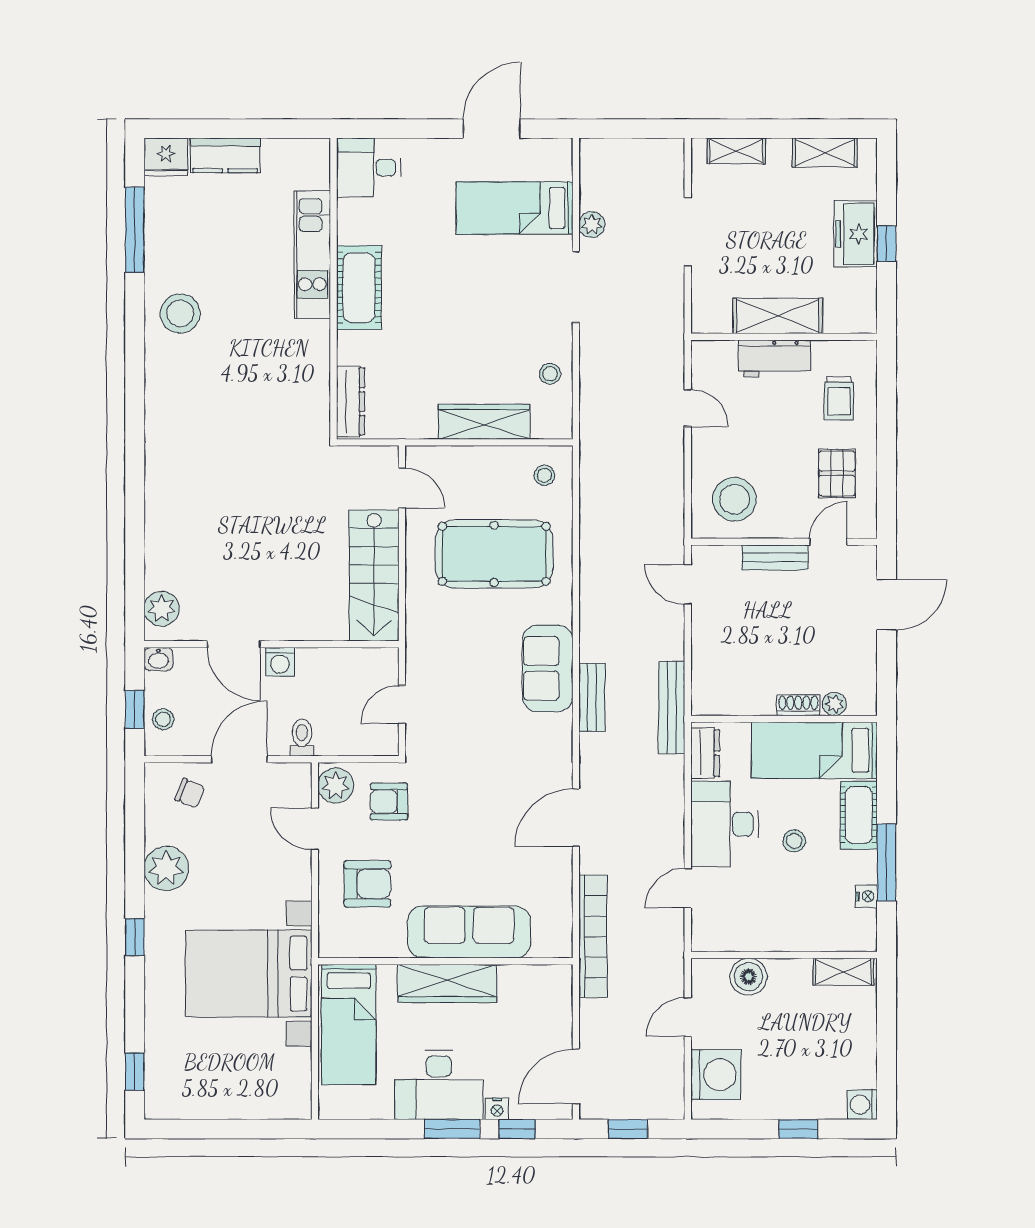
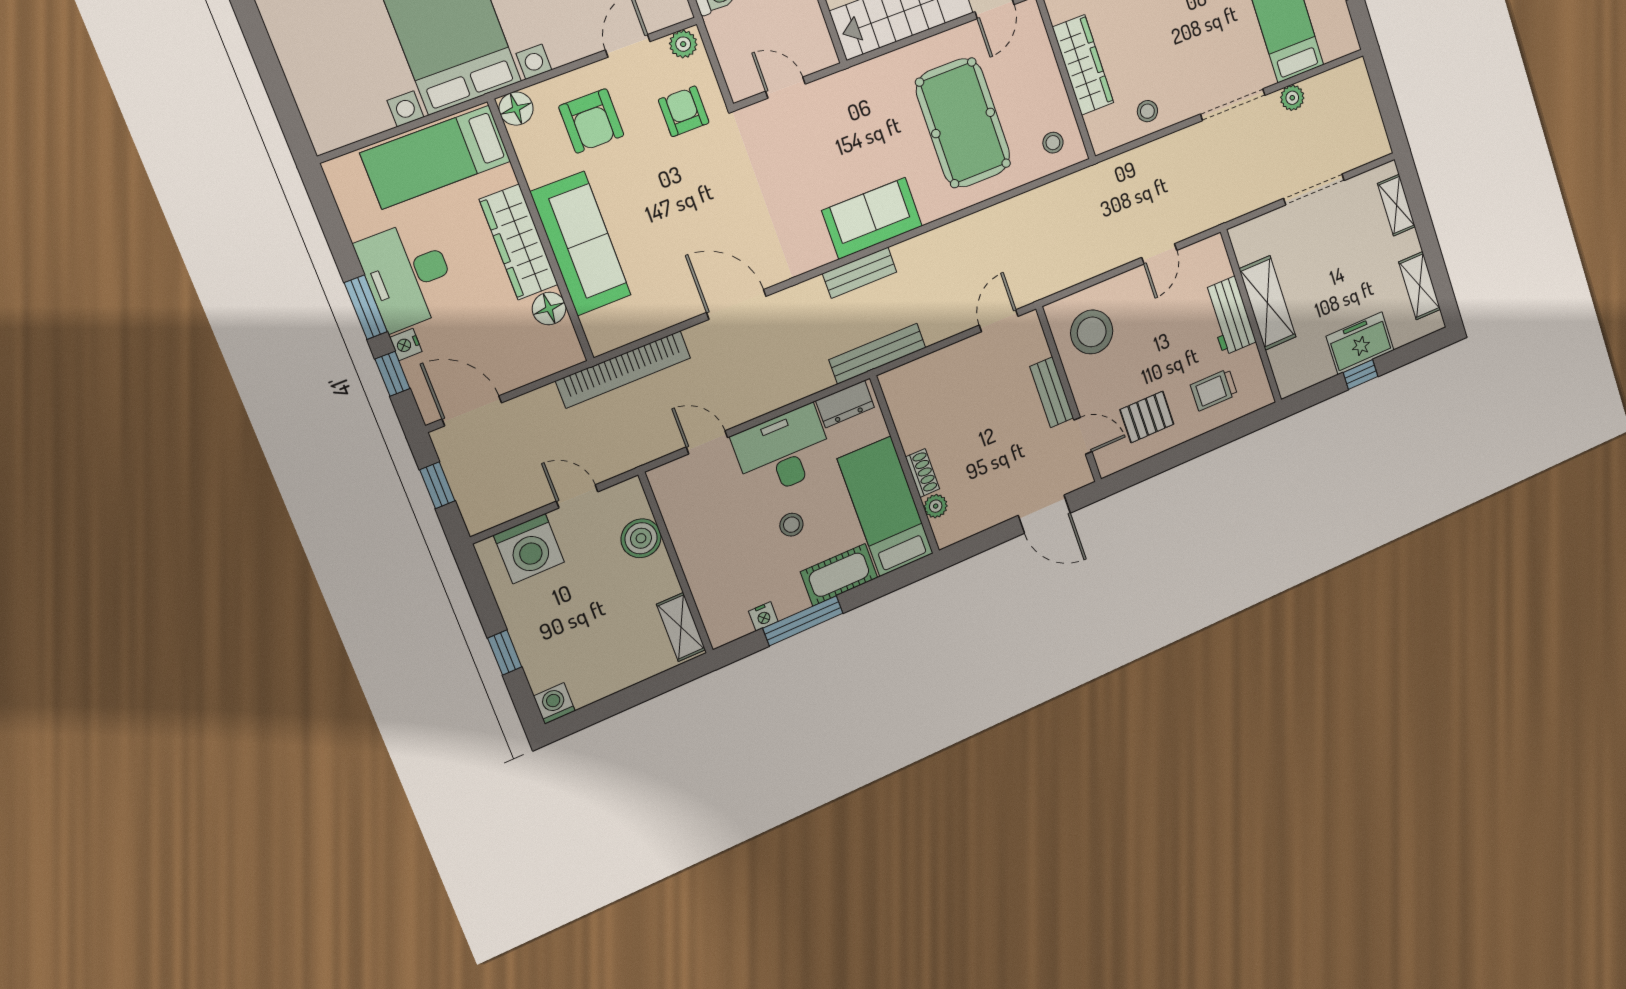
plant: (336, 786) -> (683, 44), width x0.73, depth x0.73
floor lamp: (333, 943) -> (516, 109), added
floor lamp: (514, 979) -> (549, 308), added

